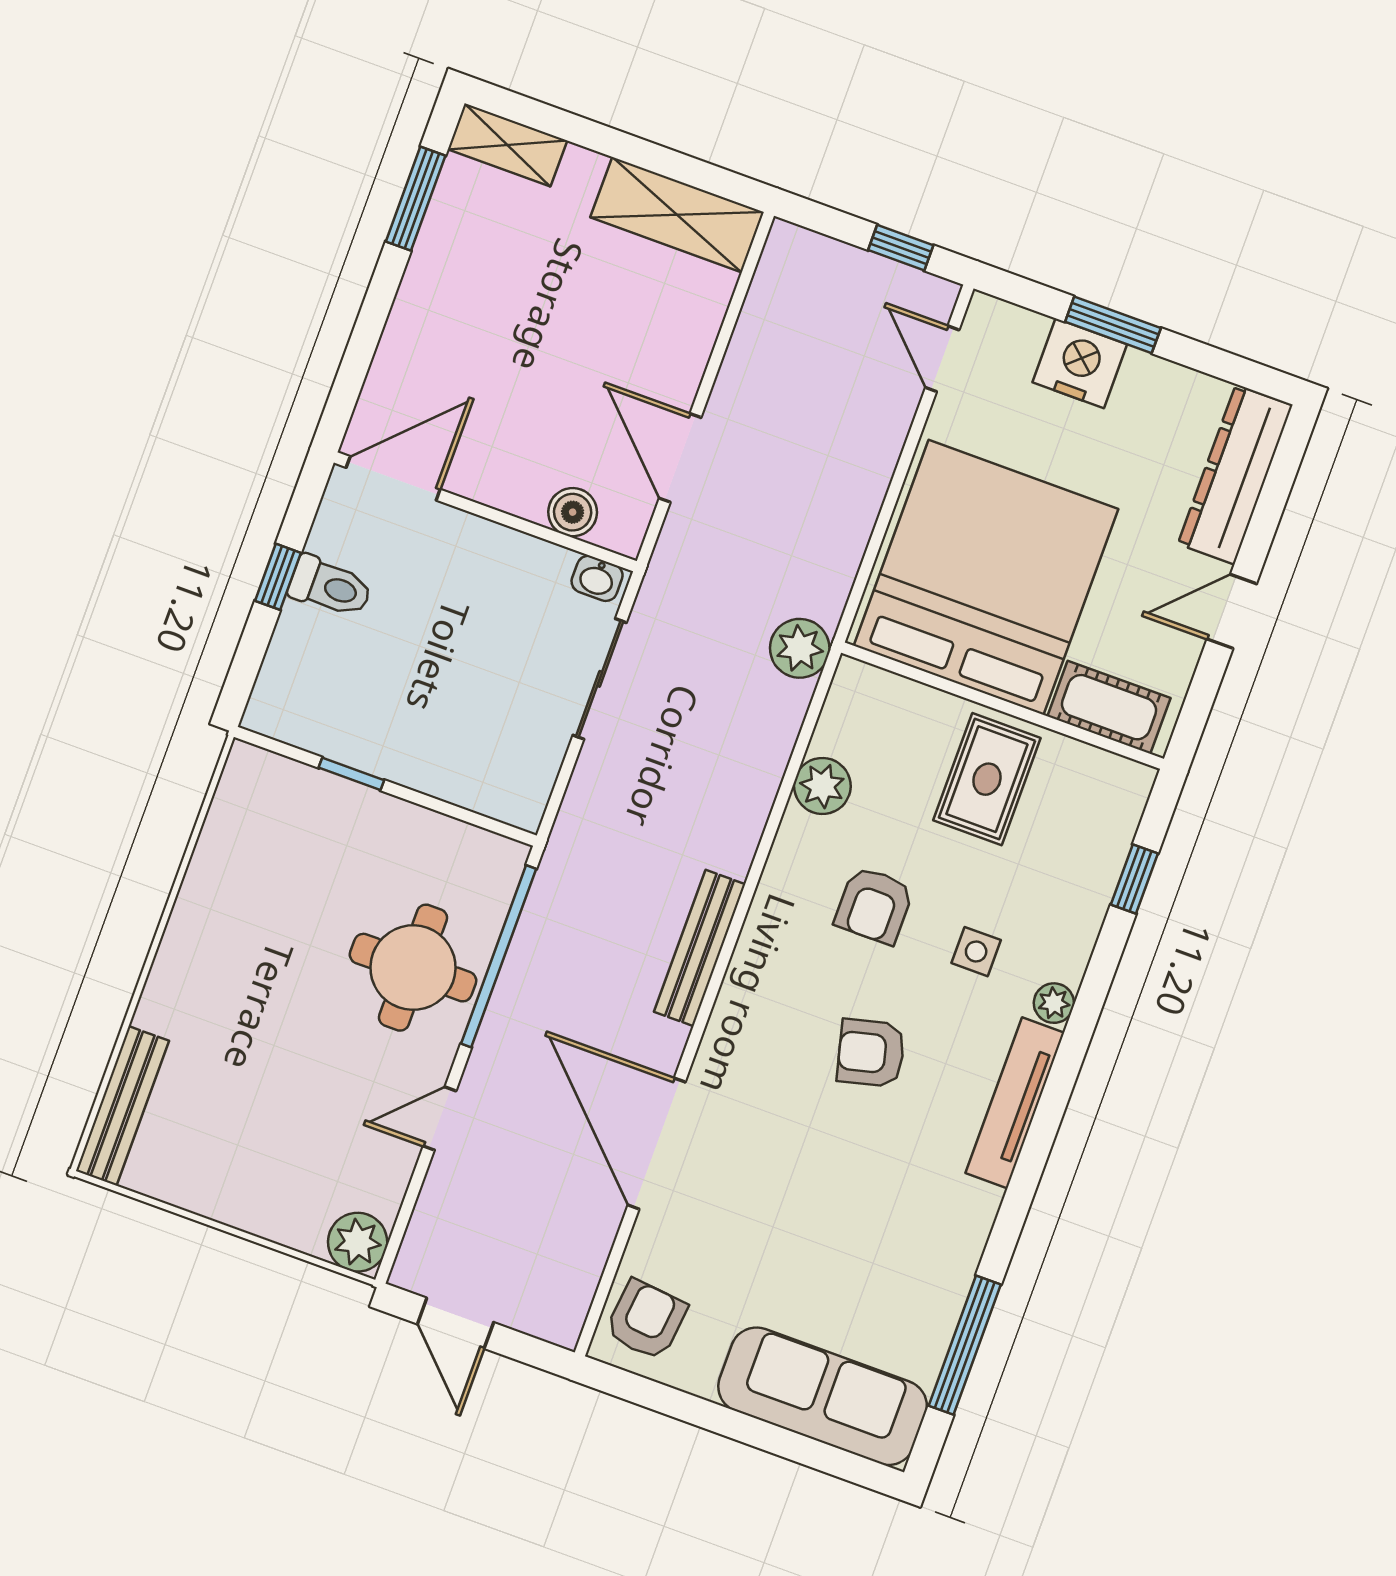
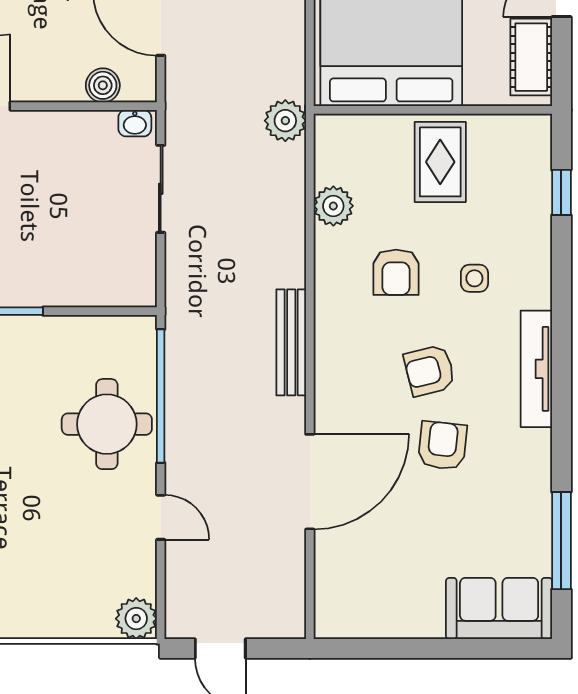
cot: (1109, 707) -> (531, 57), moved, turned 90
plant: (1054, 1003) -> (538, 294), removed
door: (440, 1119) -> (161, 517), swing flipped
door: (657, 1144) -> (310, 482), swing flipped
armchair: (646, 1320) -> (442, 446), moved
sofa: (823, 1396) -> (499, 609), width x0.73

